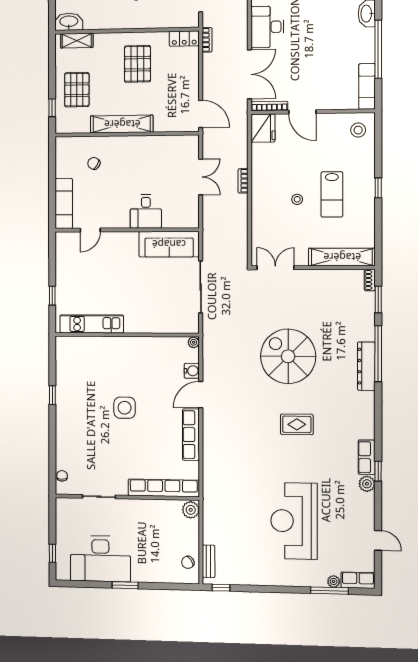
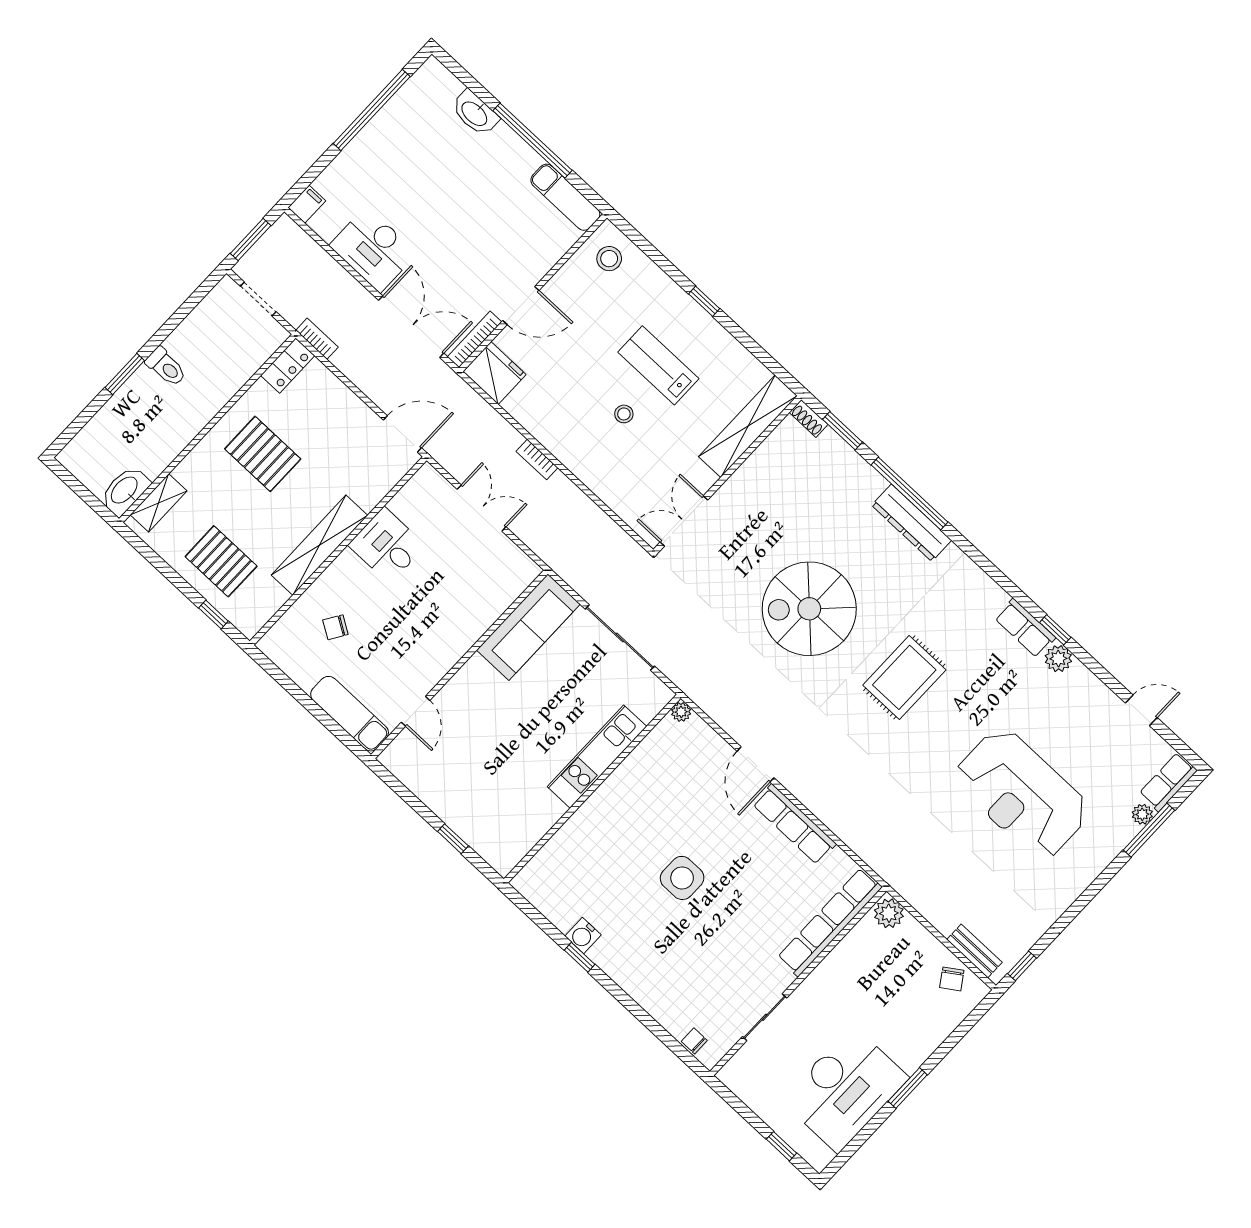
lab bench: (332, 194) -> (658, 365), turned 180
desk: (146, 211) -> (387, 545), moved, turned 180
kitchen unit: (92, 324) -> (597, 757), moved
water cooler: (192, 371) -> (583, 935), moved, turned 180
rug: (297, 424) -> (904, 677), width x1.36, depth x1.43

